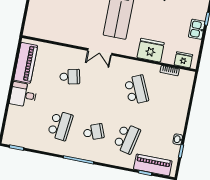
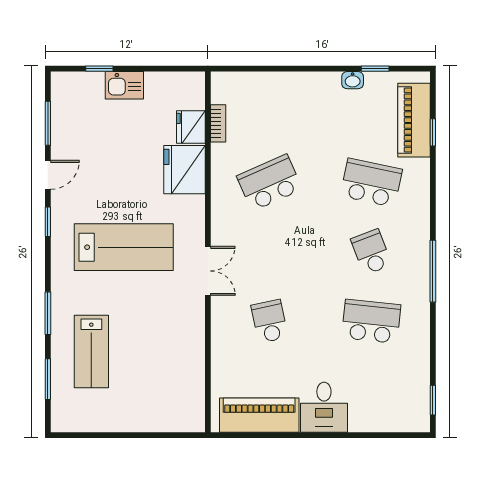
fridge: (183, 60) -> (191, 127), moved

